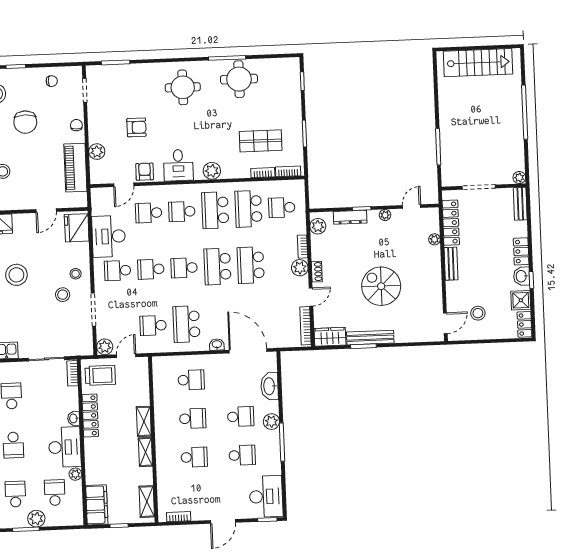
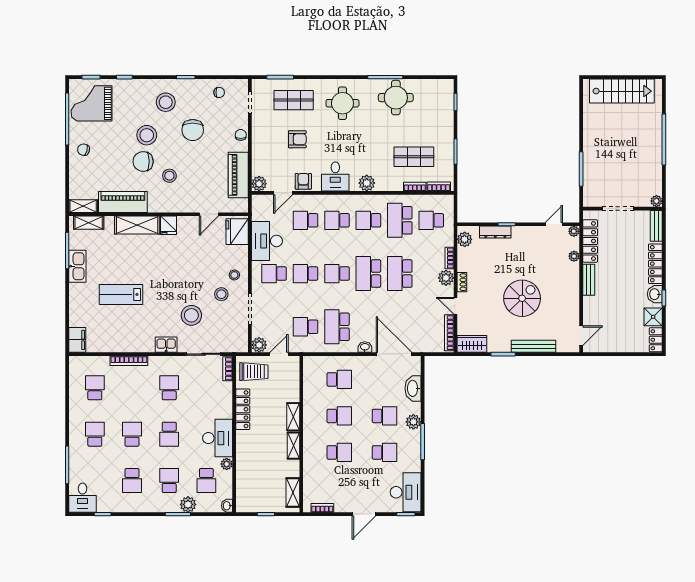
shop shelf: (131, 86) -> (294, 100), added
plant: (97, 152) -> (259, 184), moved
school desk: (215, 210) -> (368, 220), width x0.54
plant: (385, 215) -> (574, 231), moved
locker: (521, 251) -> (655, 264), width x1.53
stool: (16, 275) -> (191, 315), moved
spiral stairs: (381, 286) -> (522, 298), turned 90
door: (311, 297) -> (455, 306), swing flipped
stool: (478, 313) -> (612, 327), removed
bench: (370, 338) -> (533, 346), moved
washbasin: (74, 418) -> (227, 506), moved
school desk: (55, 493) -> (206, 481), turned 180
filing cabinet: (97, 505) -> (246, 494), removed

